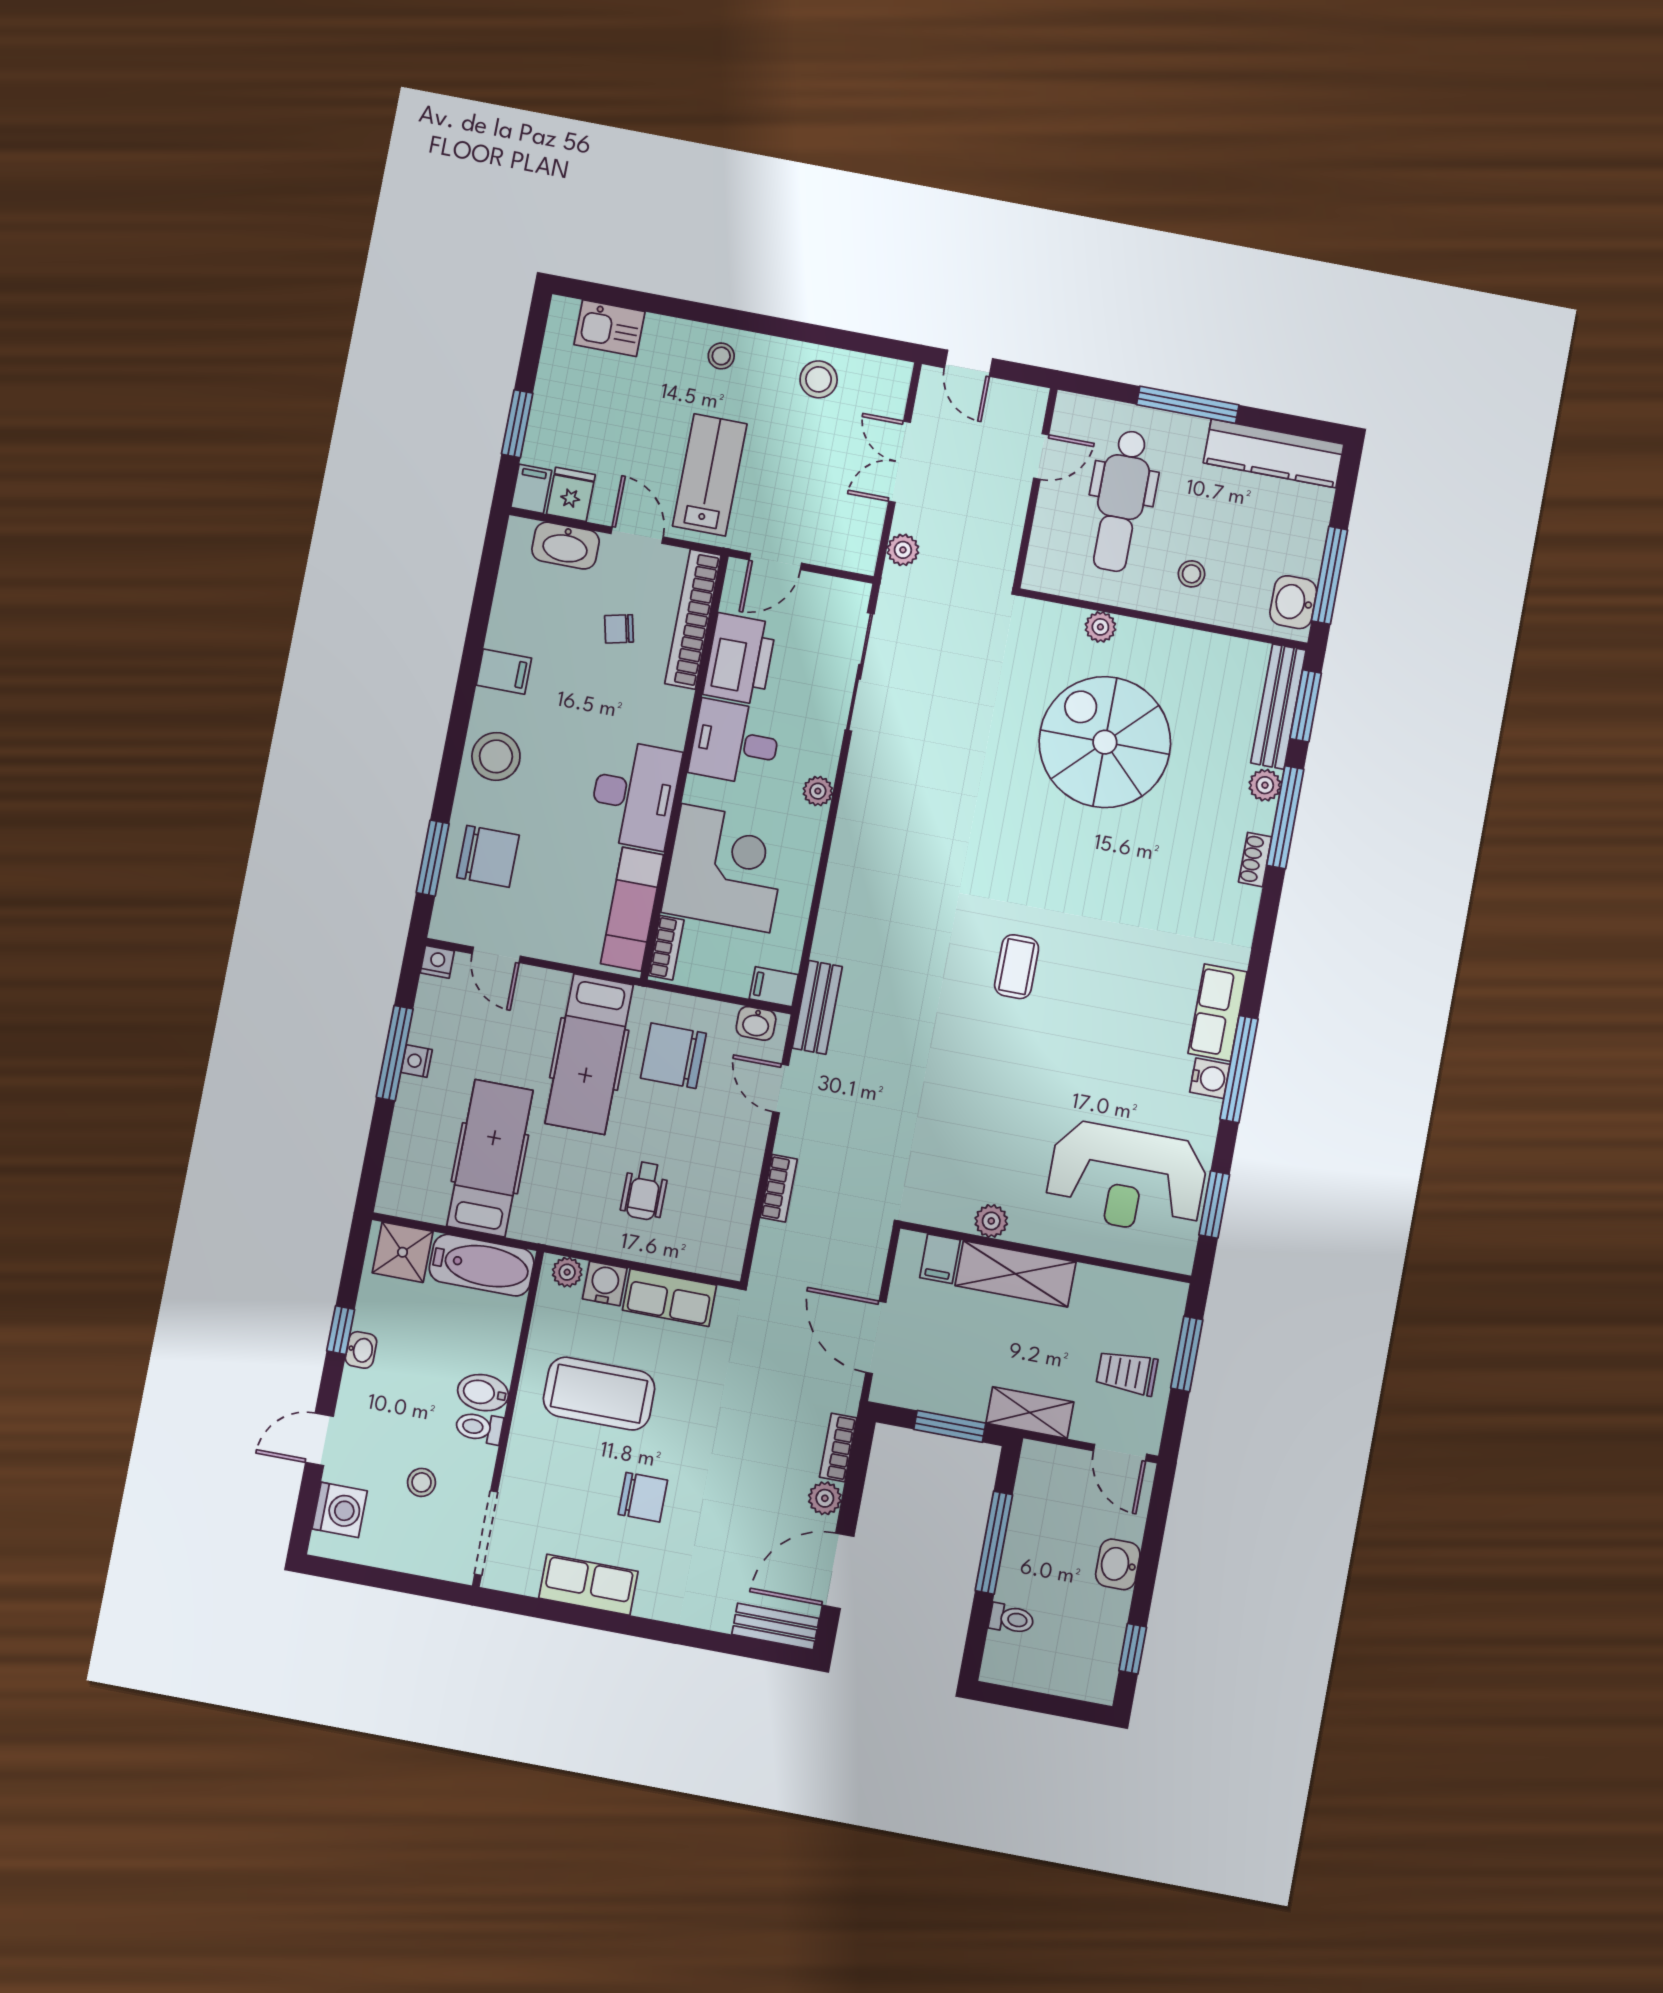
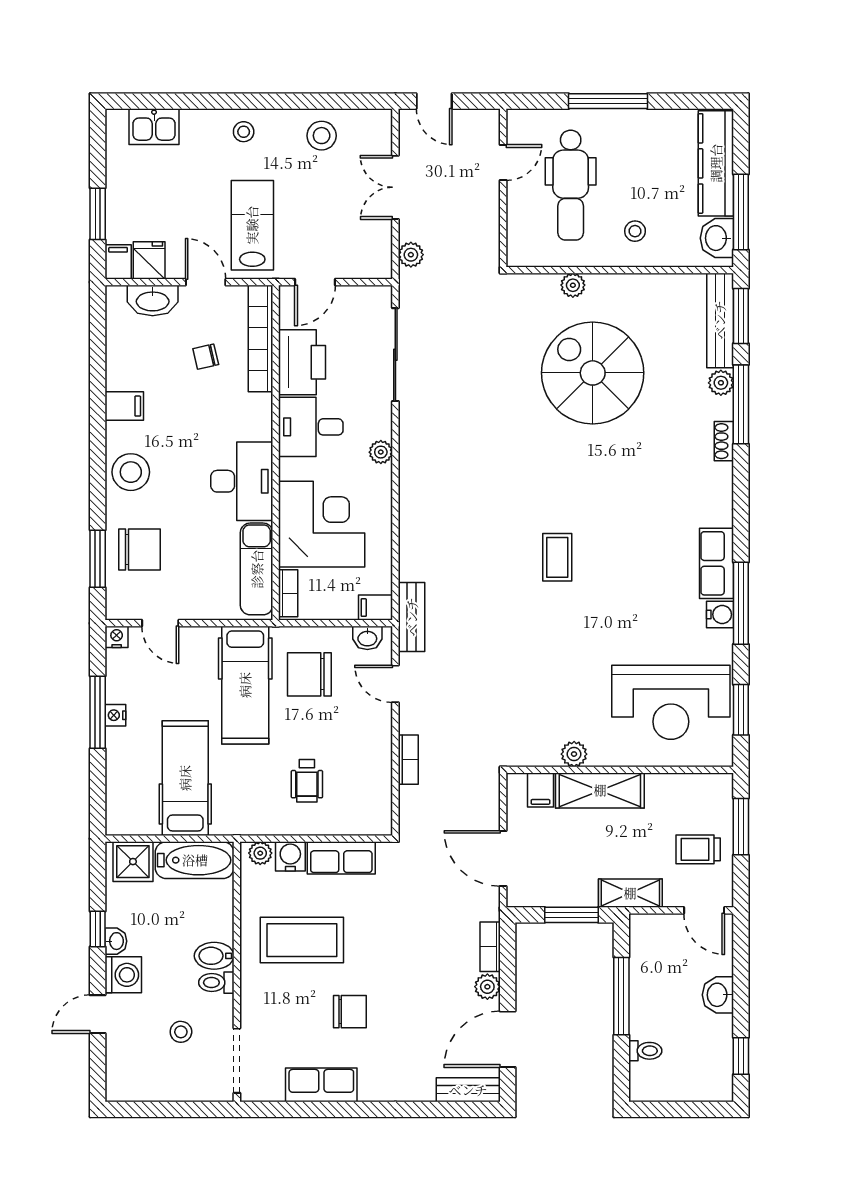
kitchen counter: (1274, 453) -> (716, 163), moved, turned 90
washing machine: (340, 1510) -> (123, 975), moved

